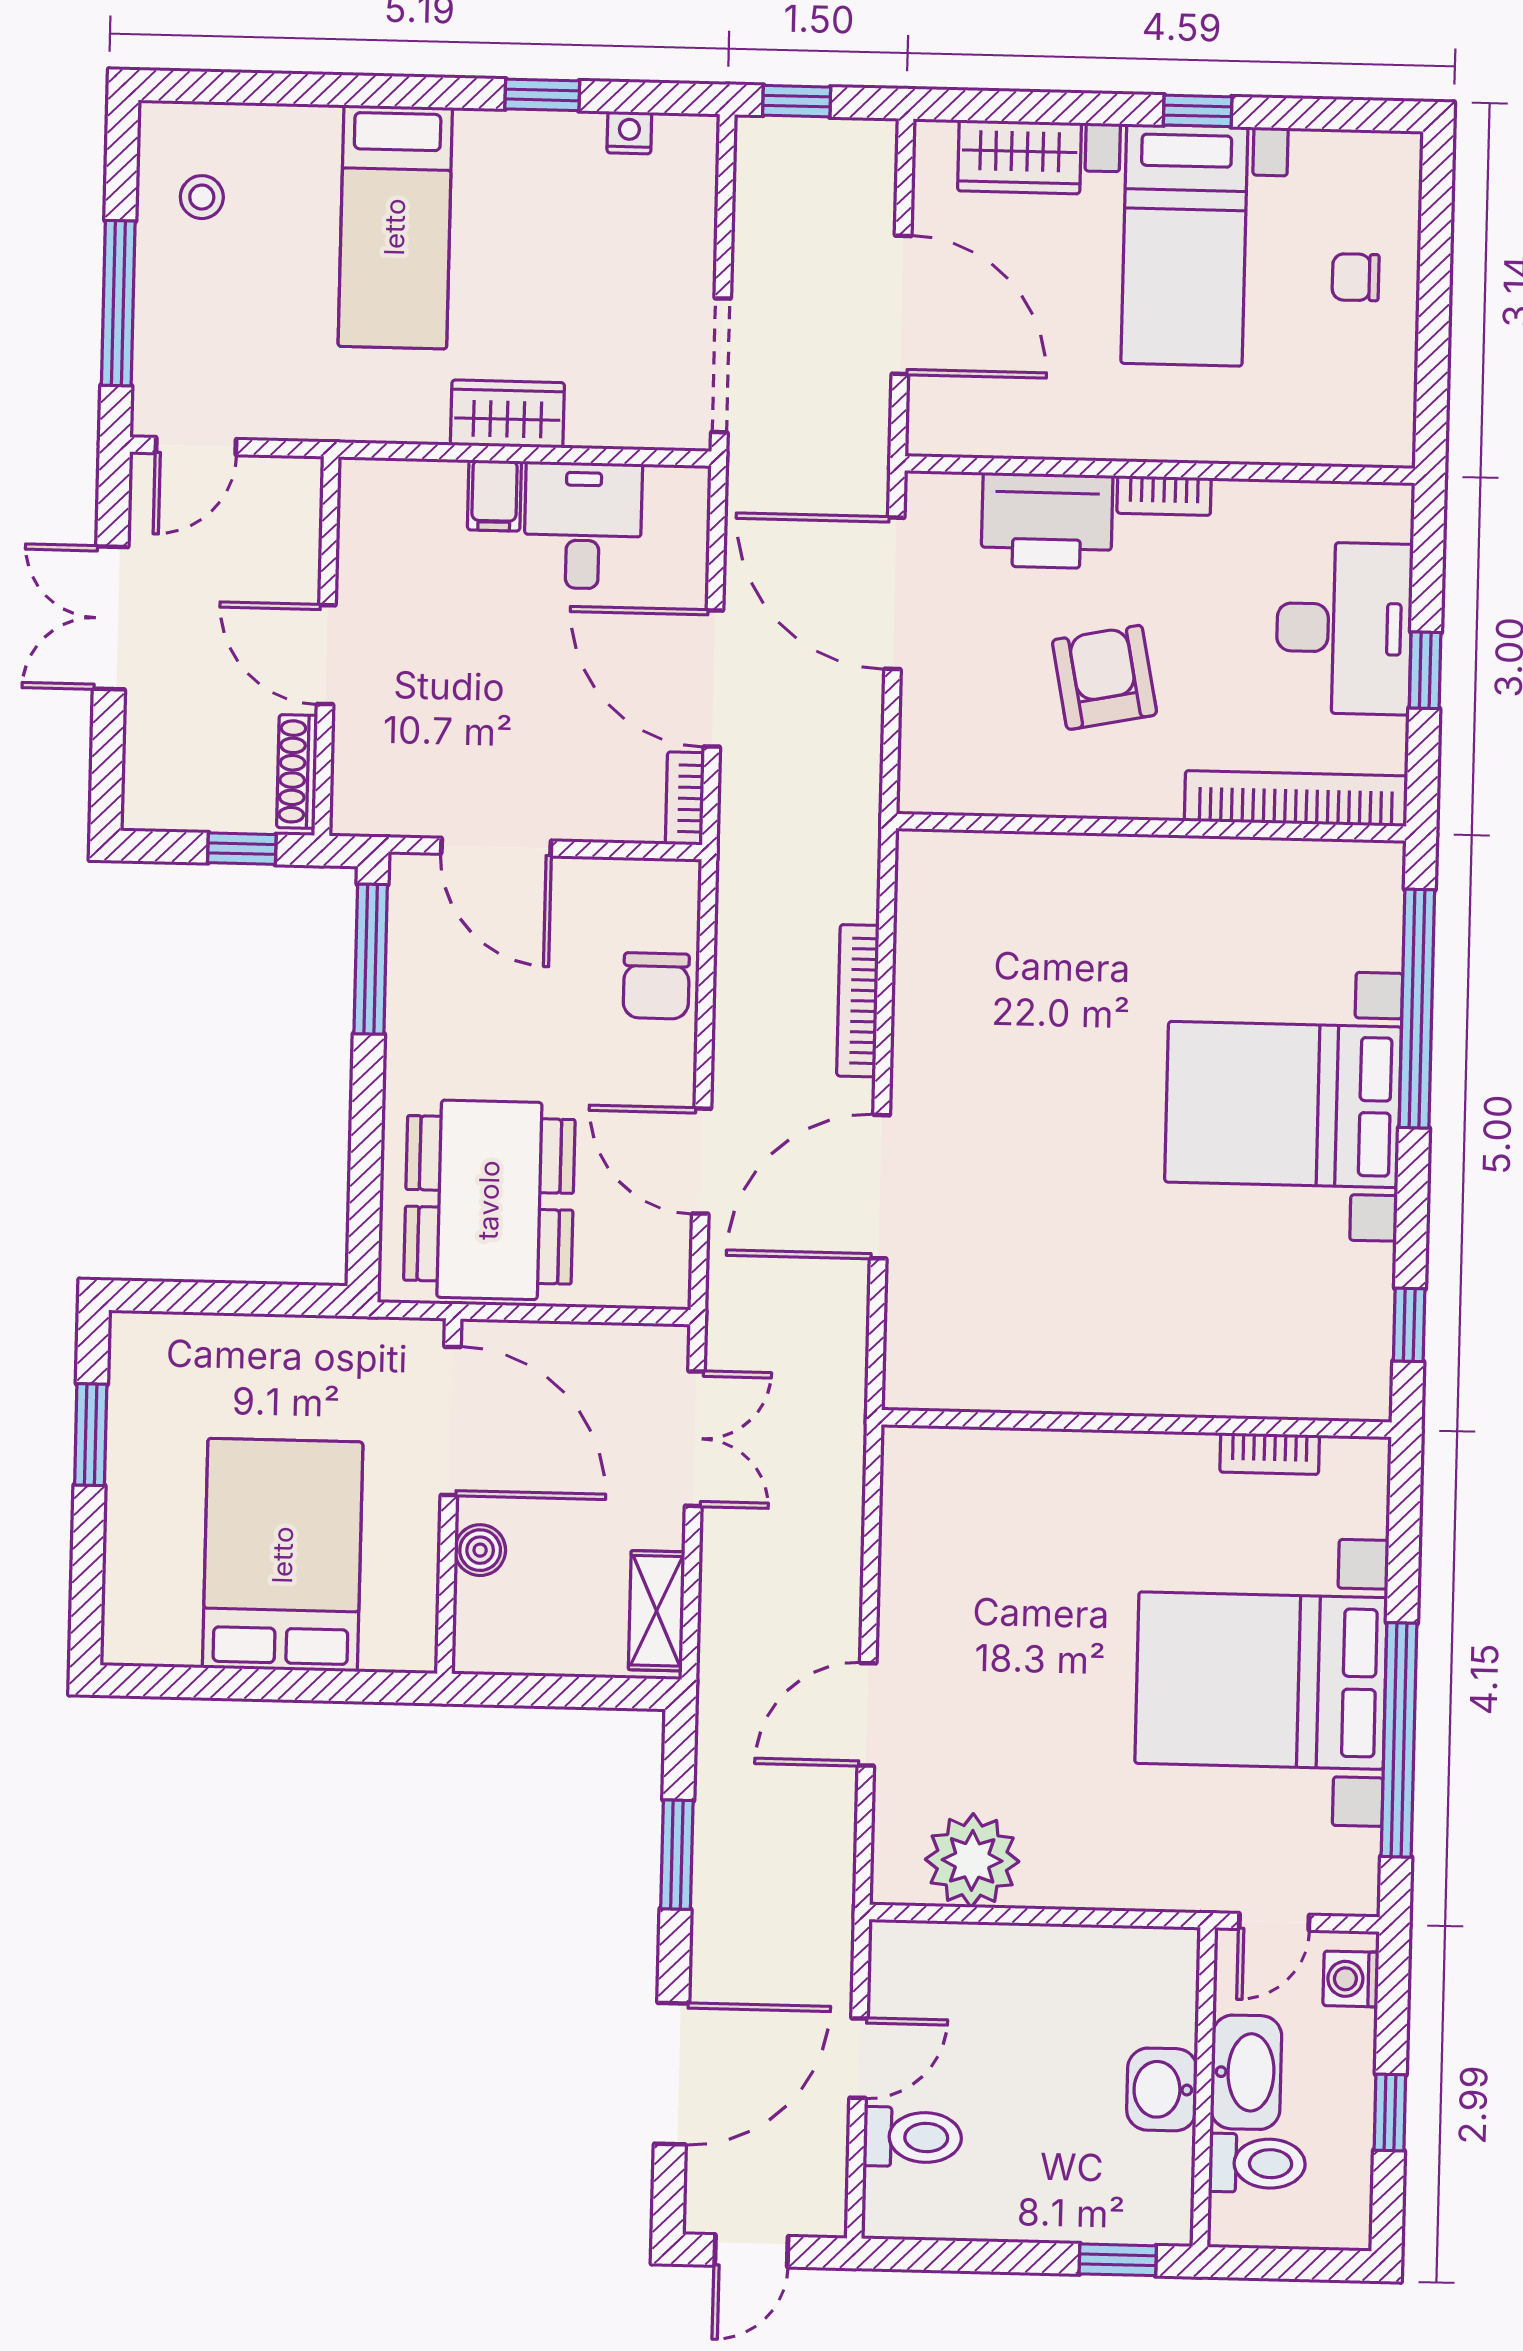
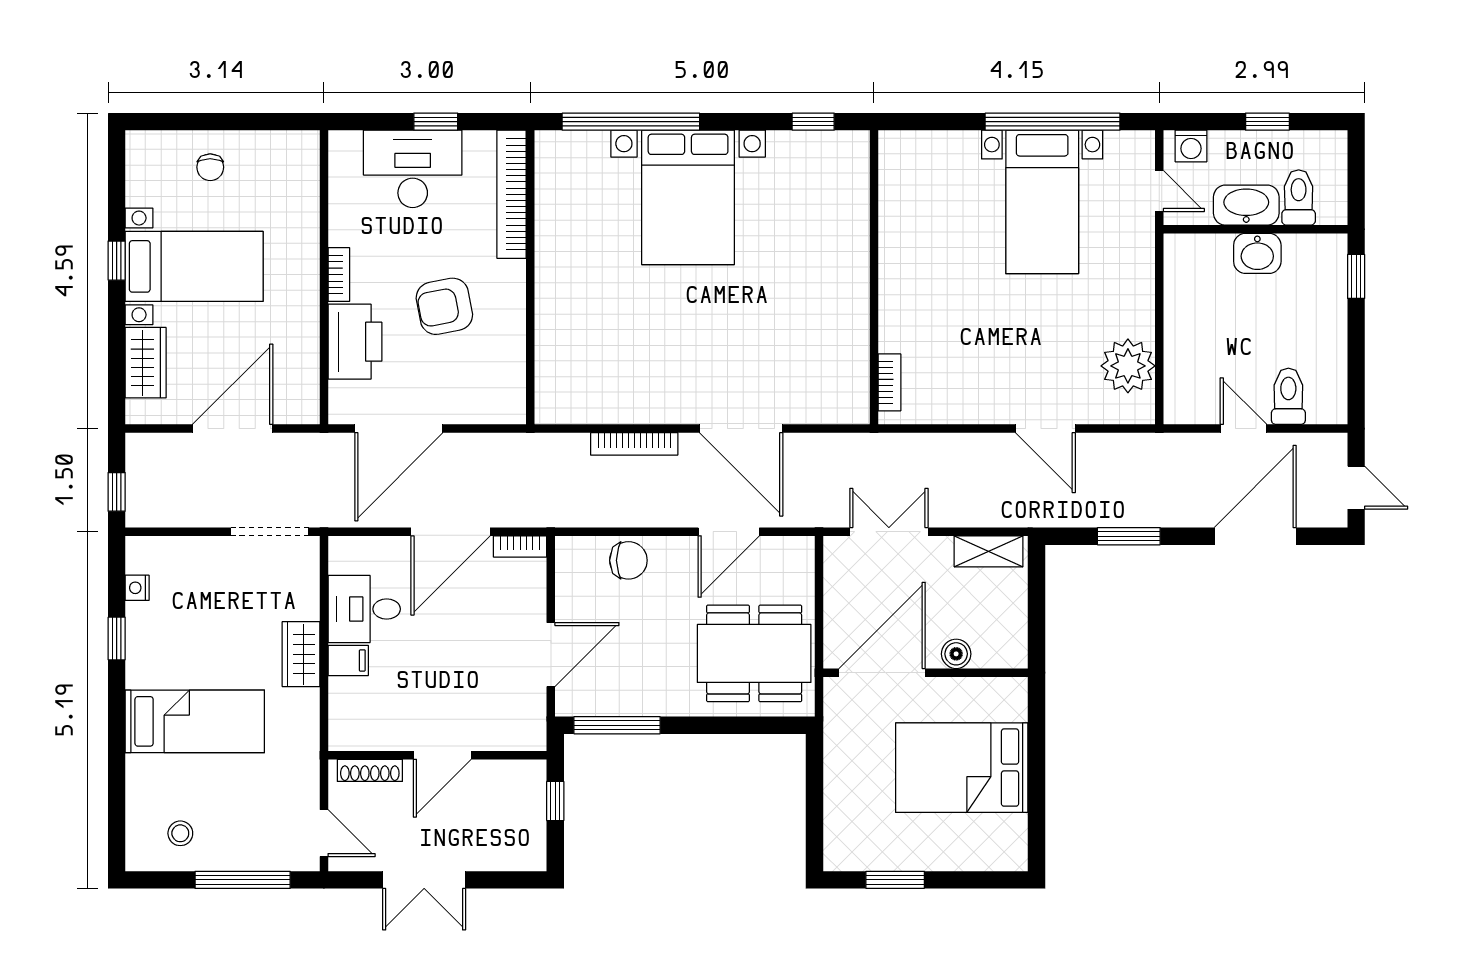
shoe rack: (297, 772) -> (370, 770), moved
bookcase: (1270, 1454) -> (889, 382), moved
bed with nightstands: (1261, 1681) -> (1042, 202), width x0.73
door: (672, 2074) -> (1255, 536), hinge flipped

